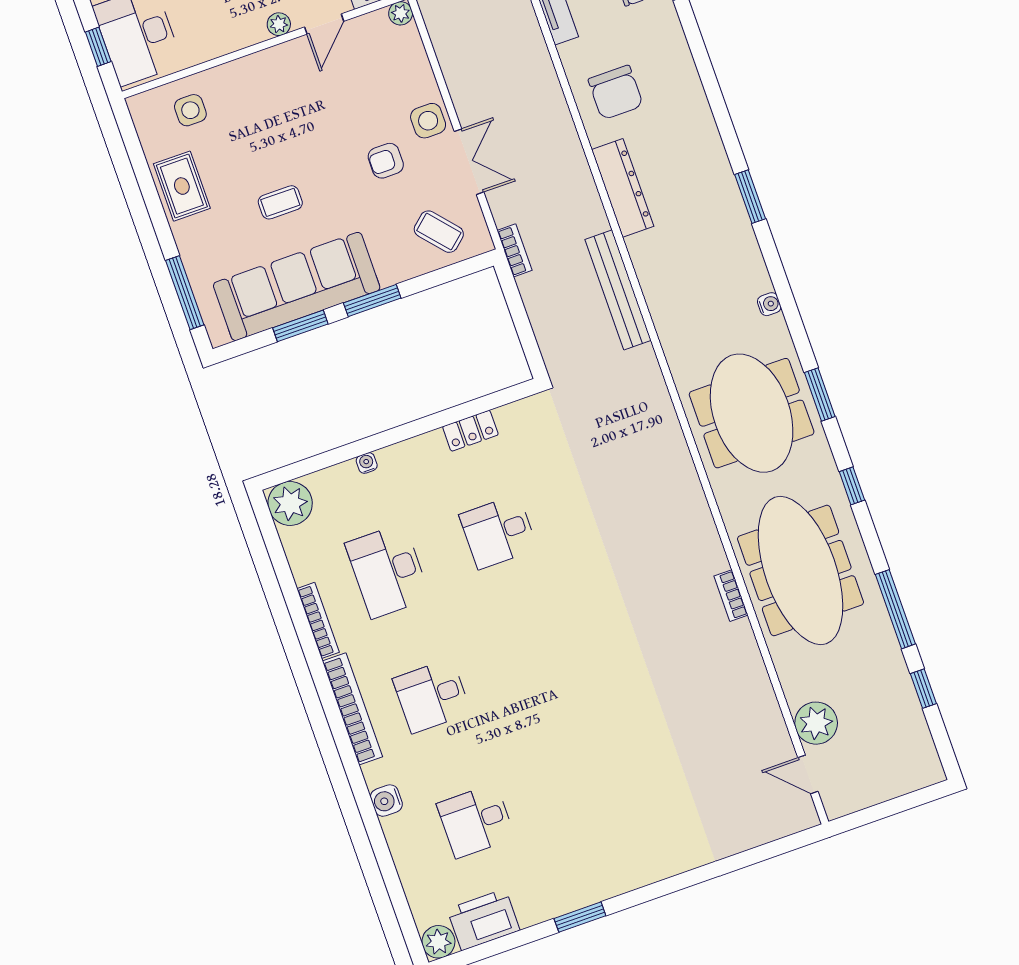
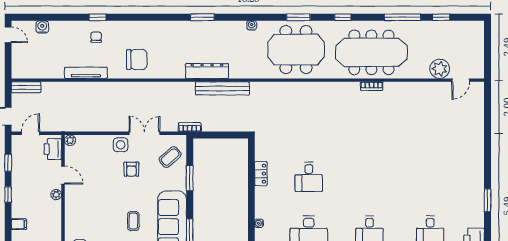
dresser: (623, 188) -> (207, 71), moved
window: (372, 301) -> (190, 178), moved

